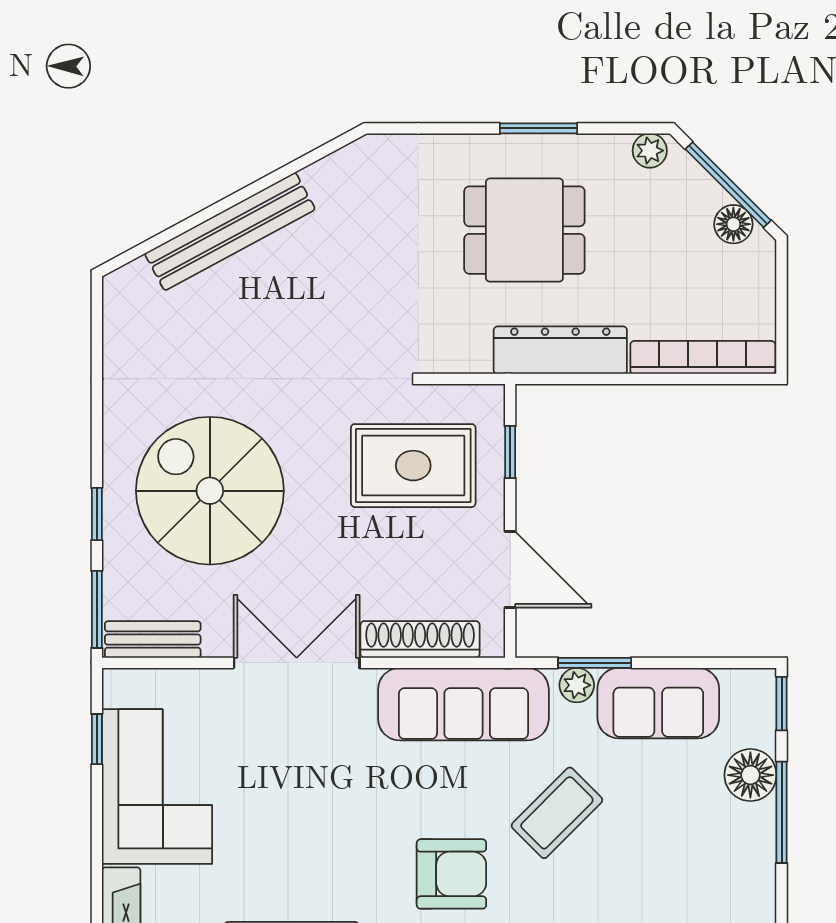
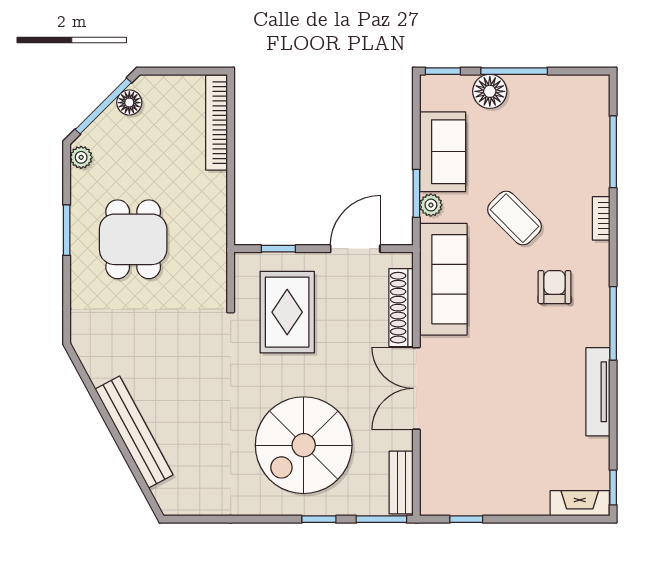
dresser: (560, 350) -> (212, 216), removed
corner sofa: (157, 787) -> (497, 480), removed
armchair: (451, 874) -> (555, 287), width x0.72, depth x0.72

